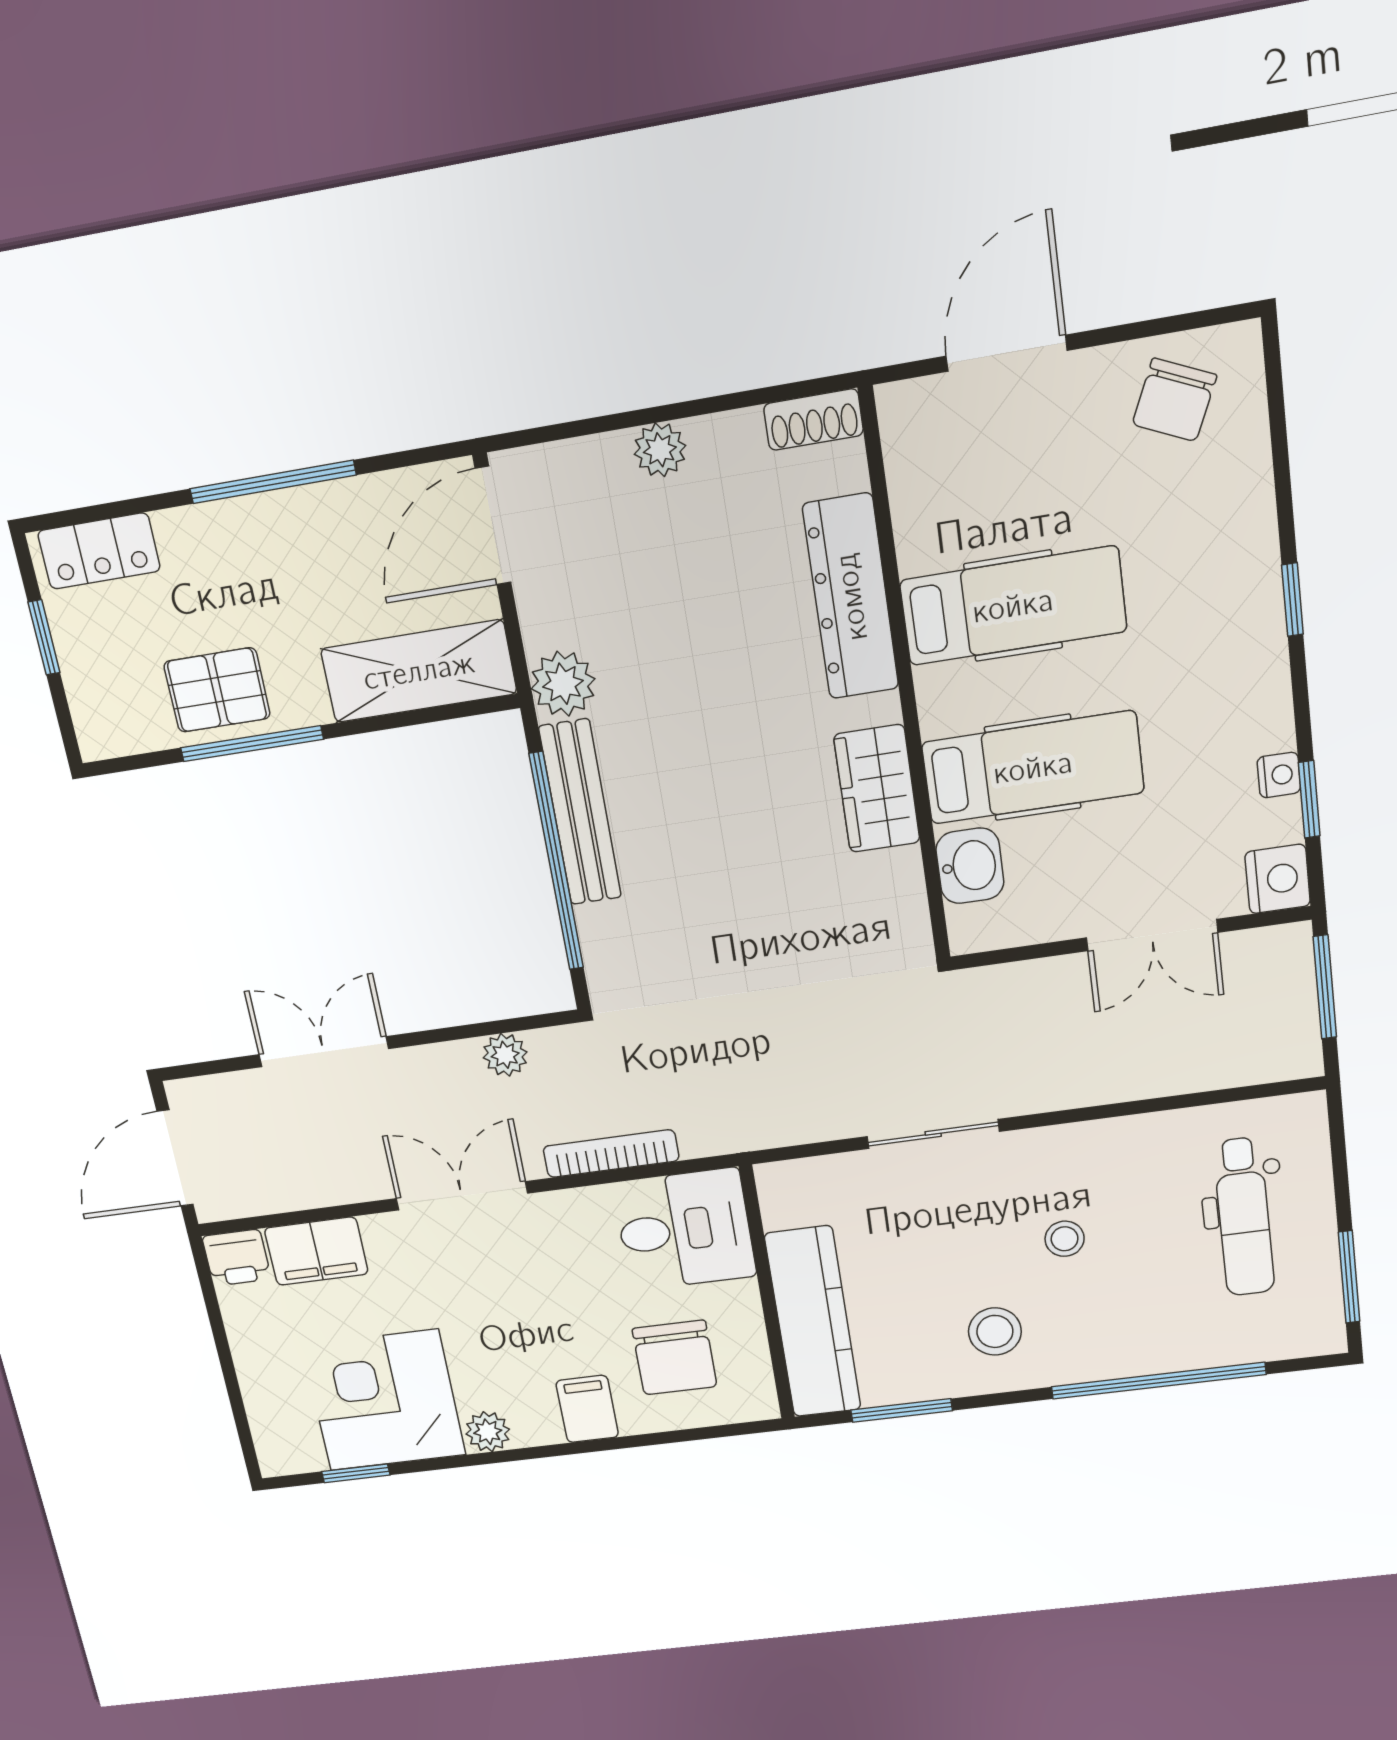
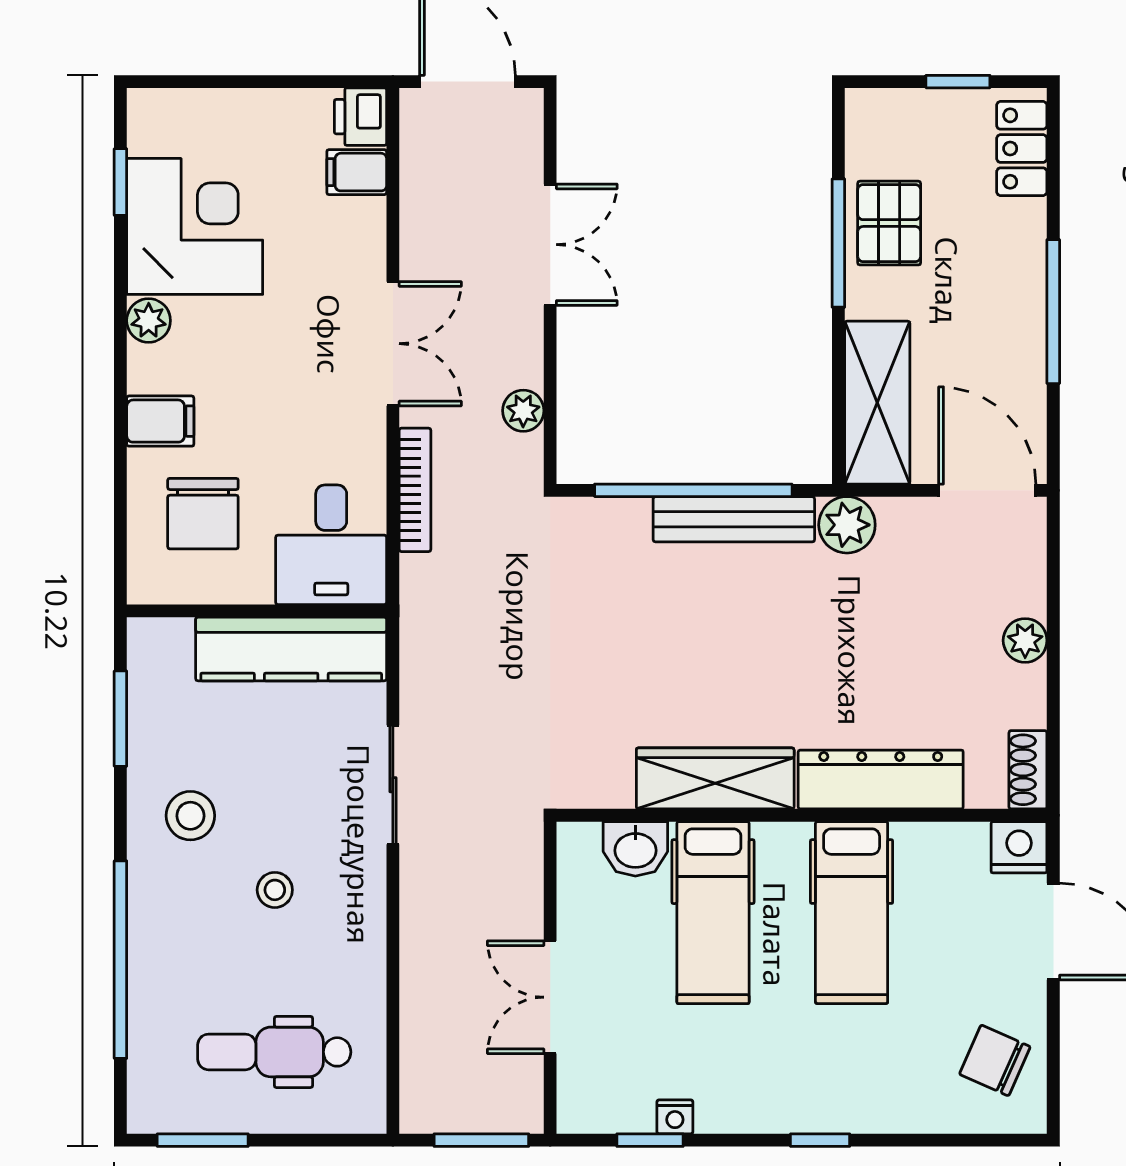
wardrobe: (877, 789) -> (715, 778), width x1.50
nightstand: (1278, 879) -> (1019, 847), moved, turned 180
filing cabinet: (316, 1251) -> (357, 172), width x0.50
kitchen counter: (813, 1322) -> (291, 649), moved
chair: (675, 1358) -> (203, 514), turned -90

